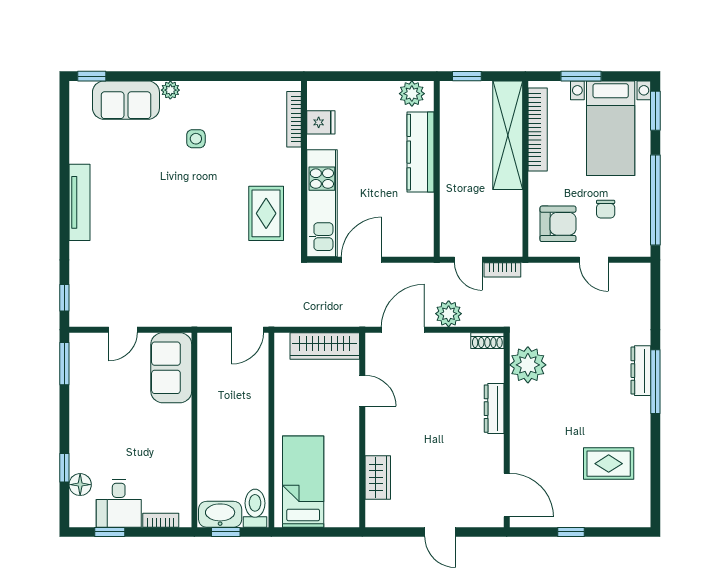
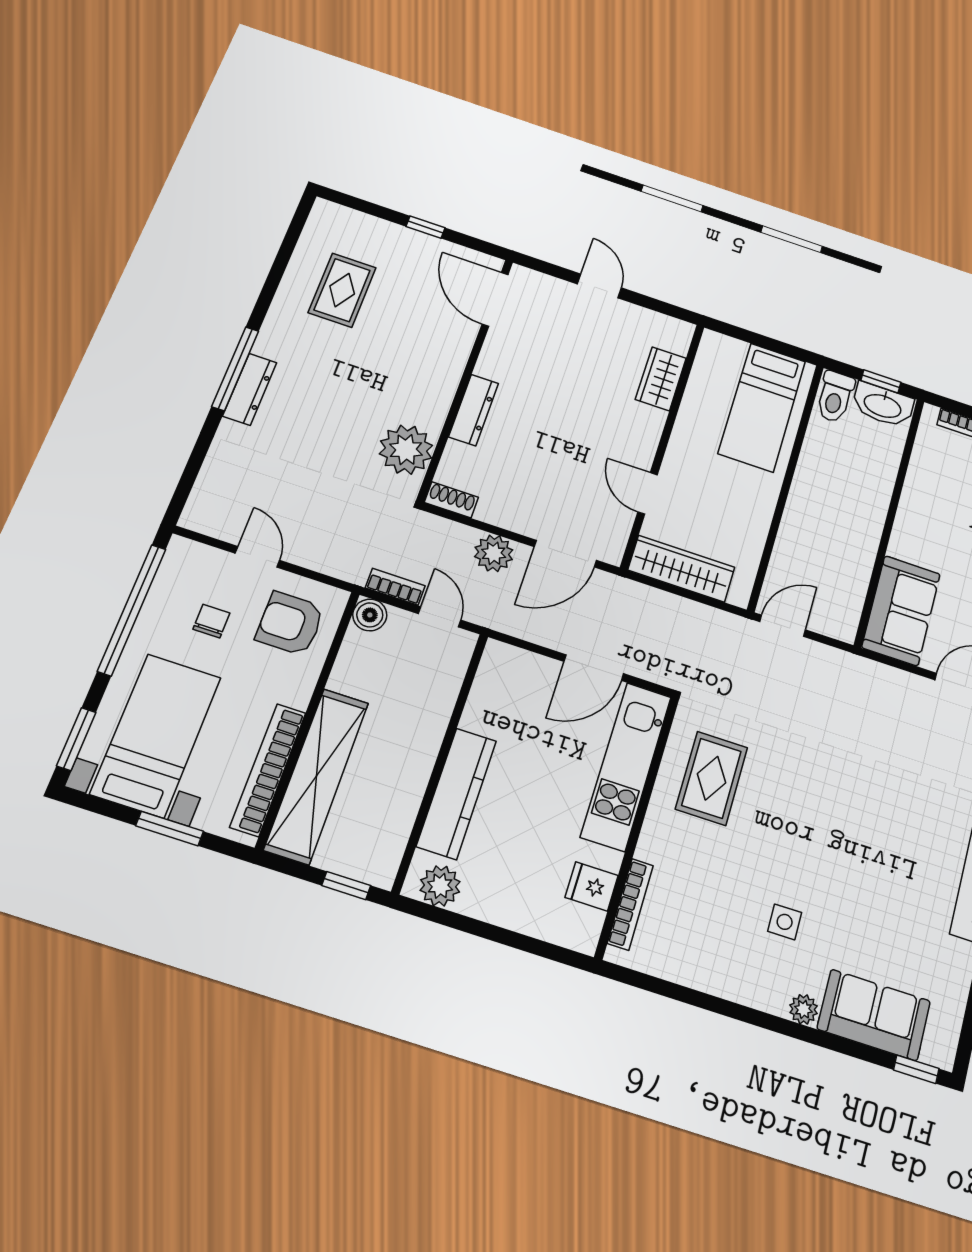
boiler: (512, 246) -> (370, 615), added
rug: (609, 464) -> (342, 290), turned 90

